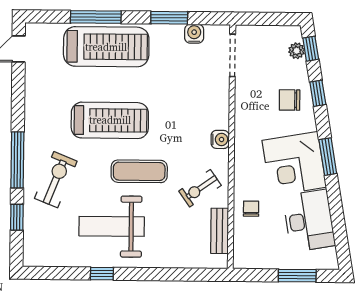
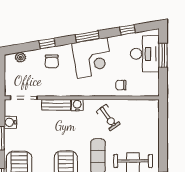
window: (311, 49) -> (127, 30), moved
desk: (309, 221) -> (145, 54), moved, turned 100
bench: (220, 231) -> (56, 105), moved

